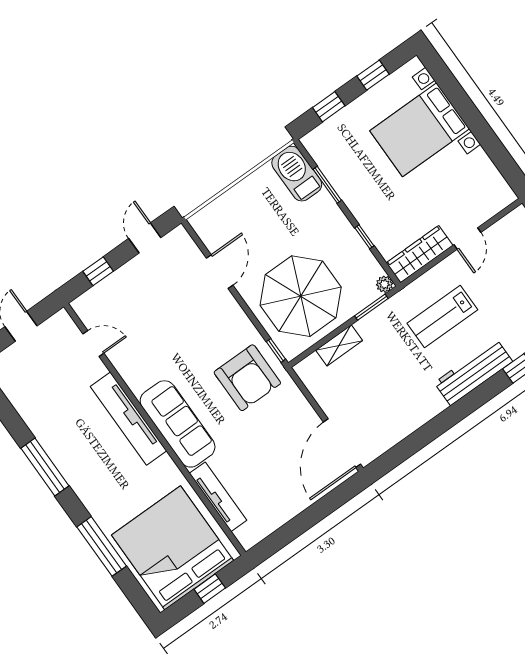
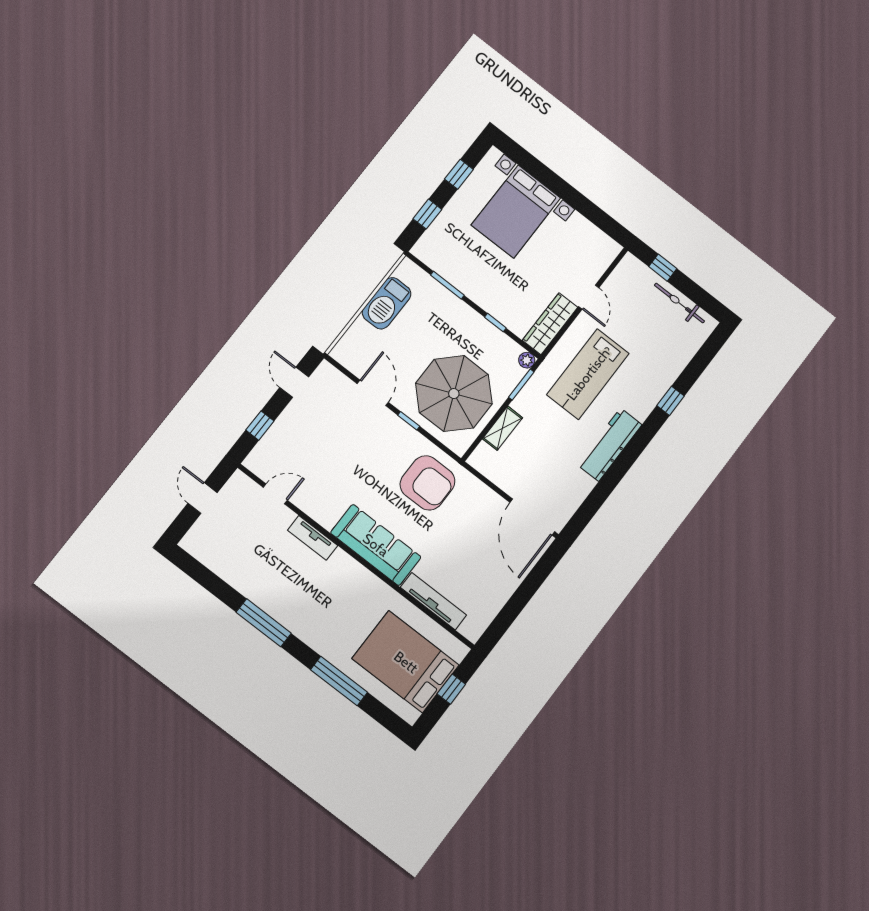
barbecue: (297, 174) -> (387, 303), moved, turned -90
lab bench: (442, 317) -> (588, 374), width x1.36, depth x1.39
window: (276, 350) -> (409, 421), moved
workbench: (473, 372) -> (610, 445), moved
tv unit: (129, 419) -> (313, 538), width x0.52, depth x0.78
bed: (173, 548) -> (406, 662), width x0.73

